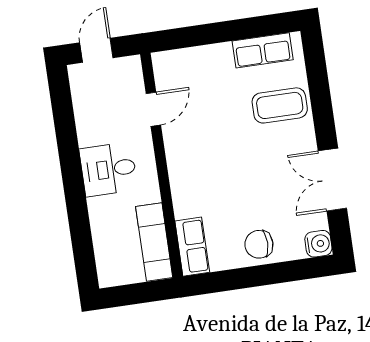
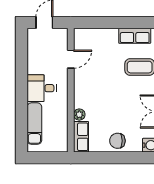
plant: (183, 207) -> (79, 115), added
exam couch: (154, 242) -> (34, 124), moved, turned 180

